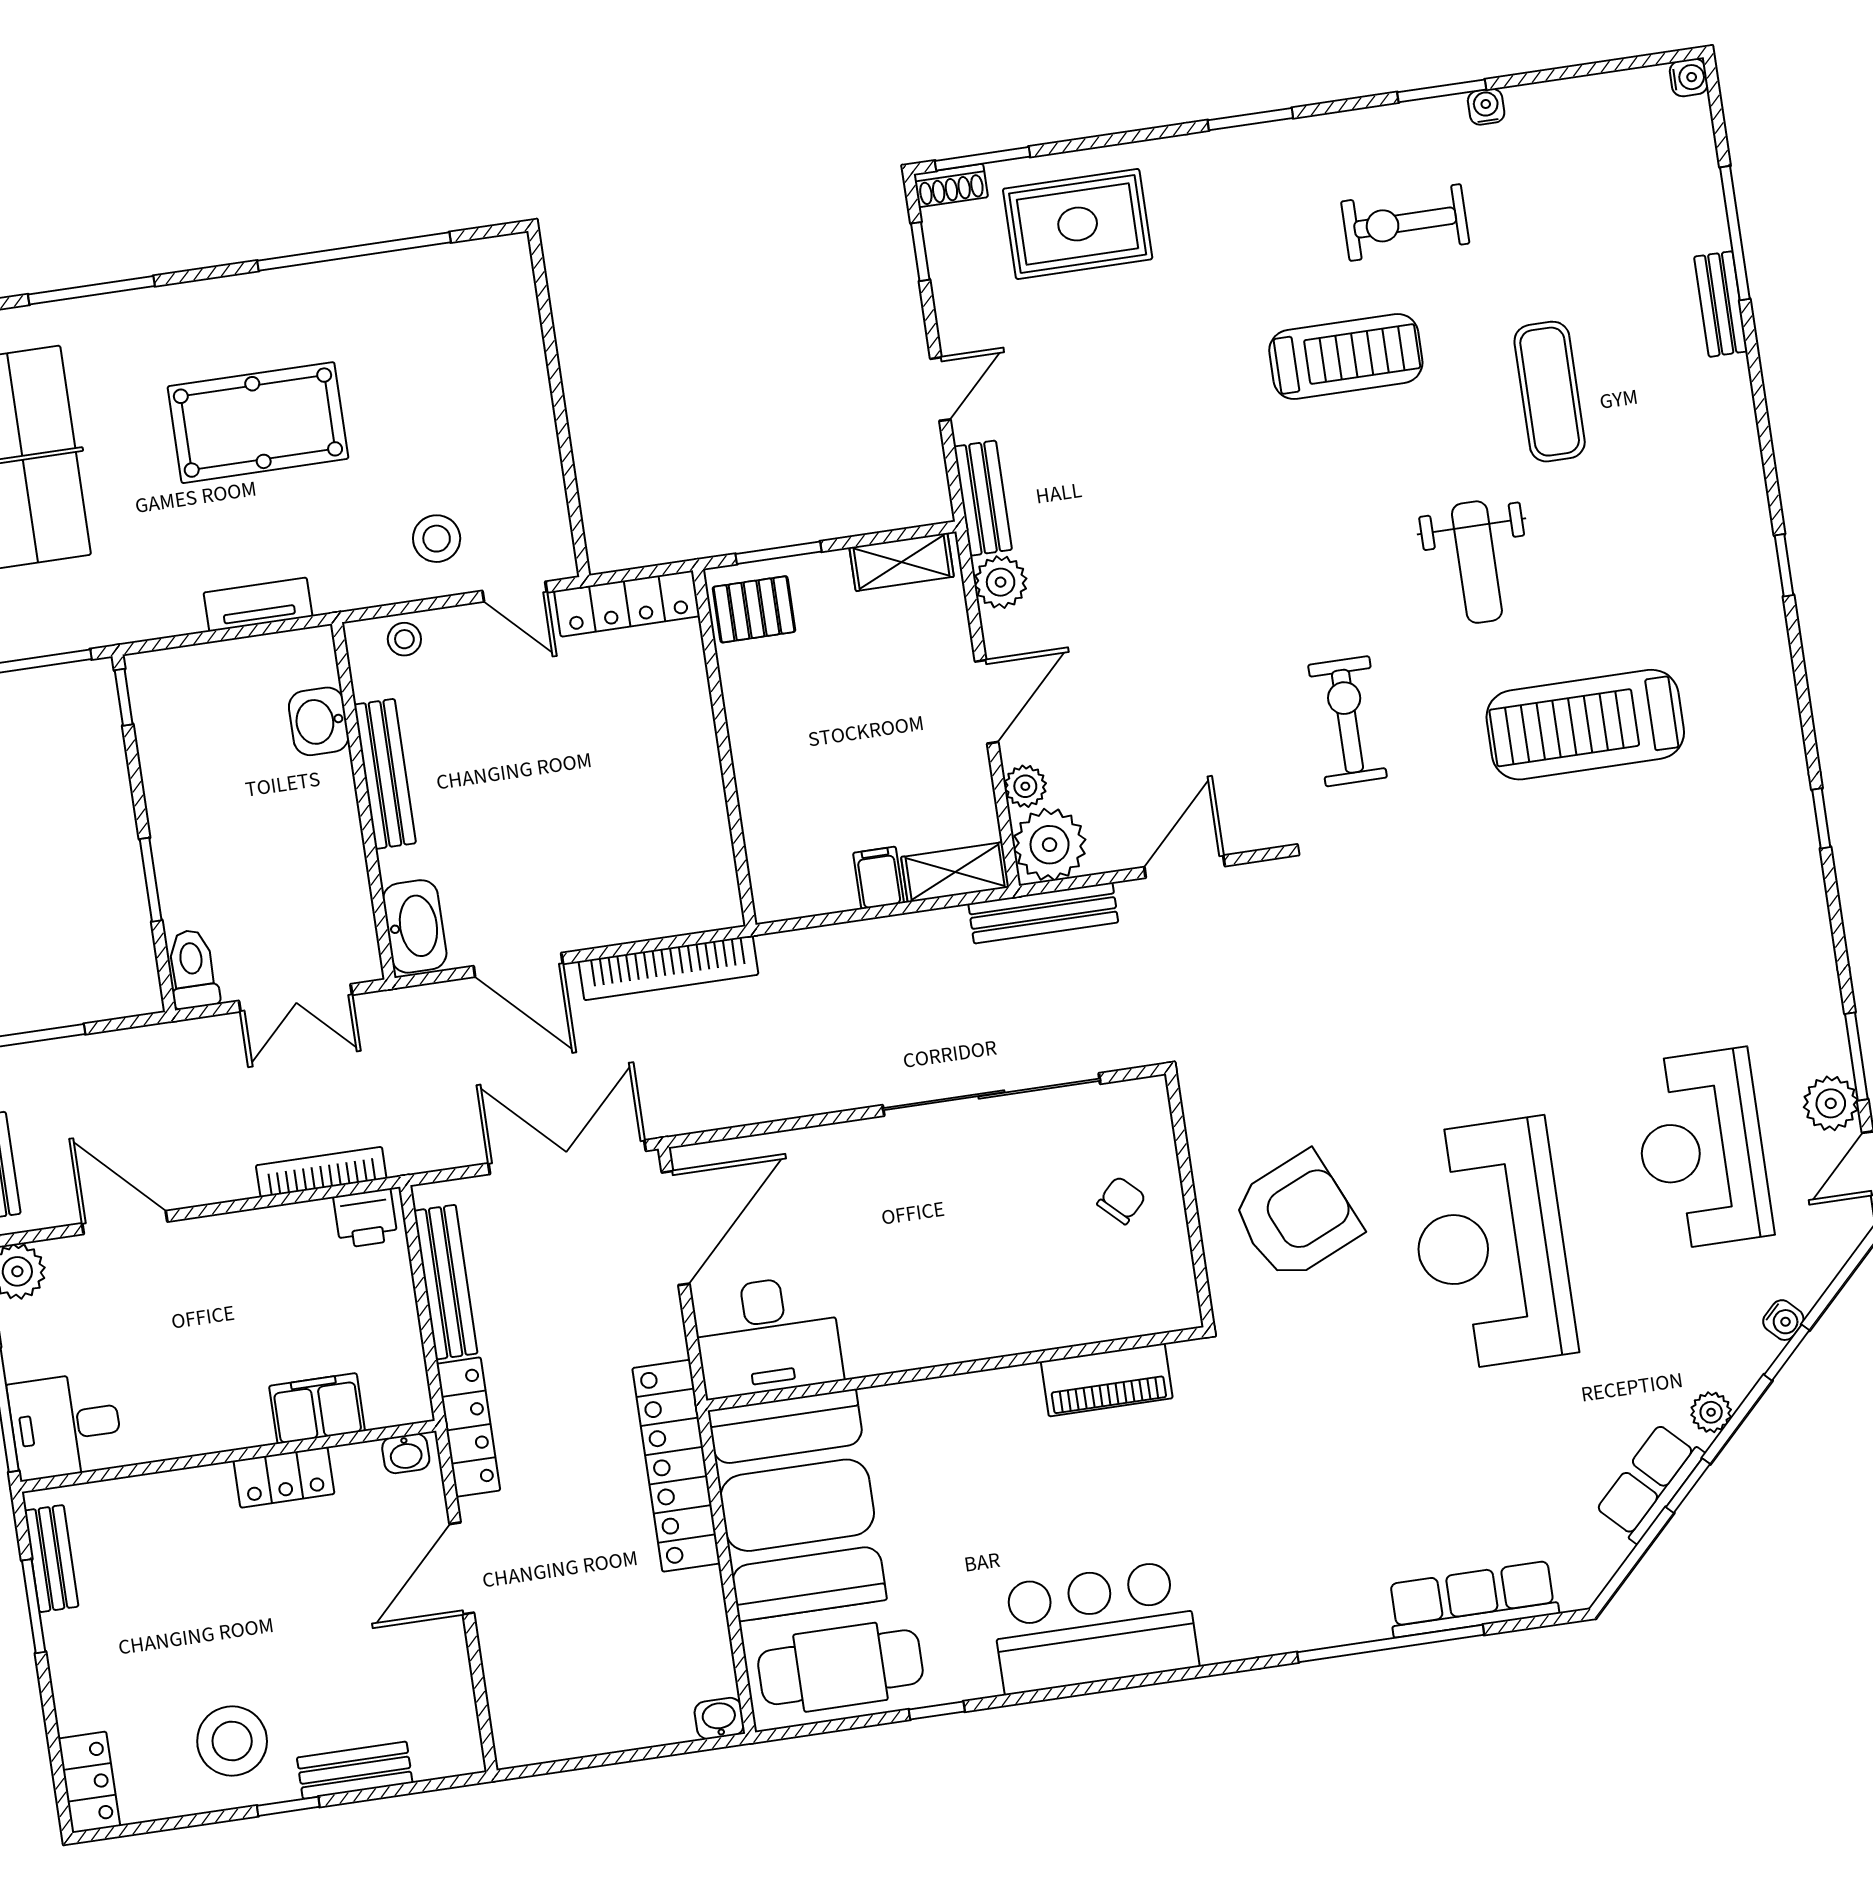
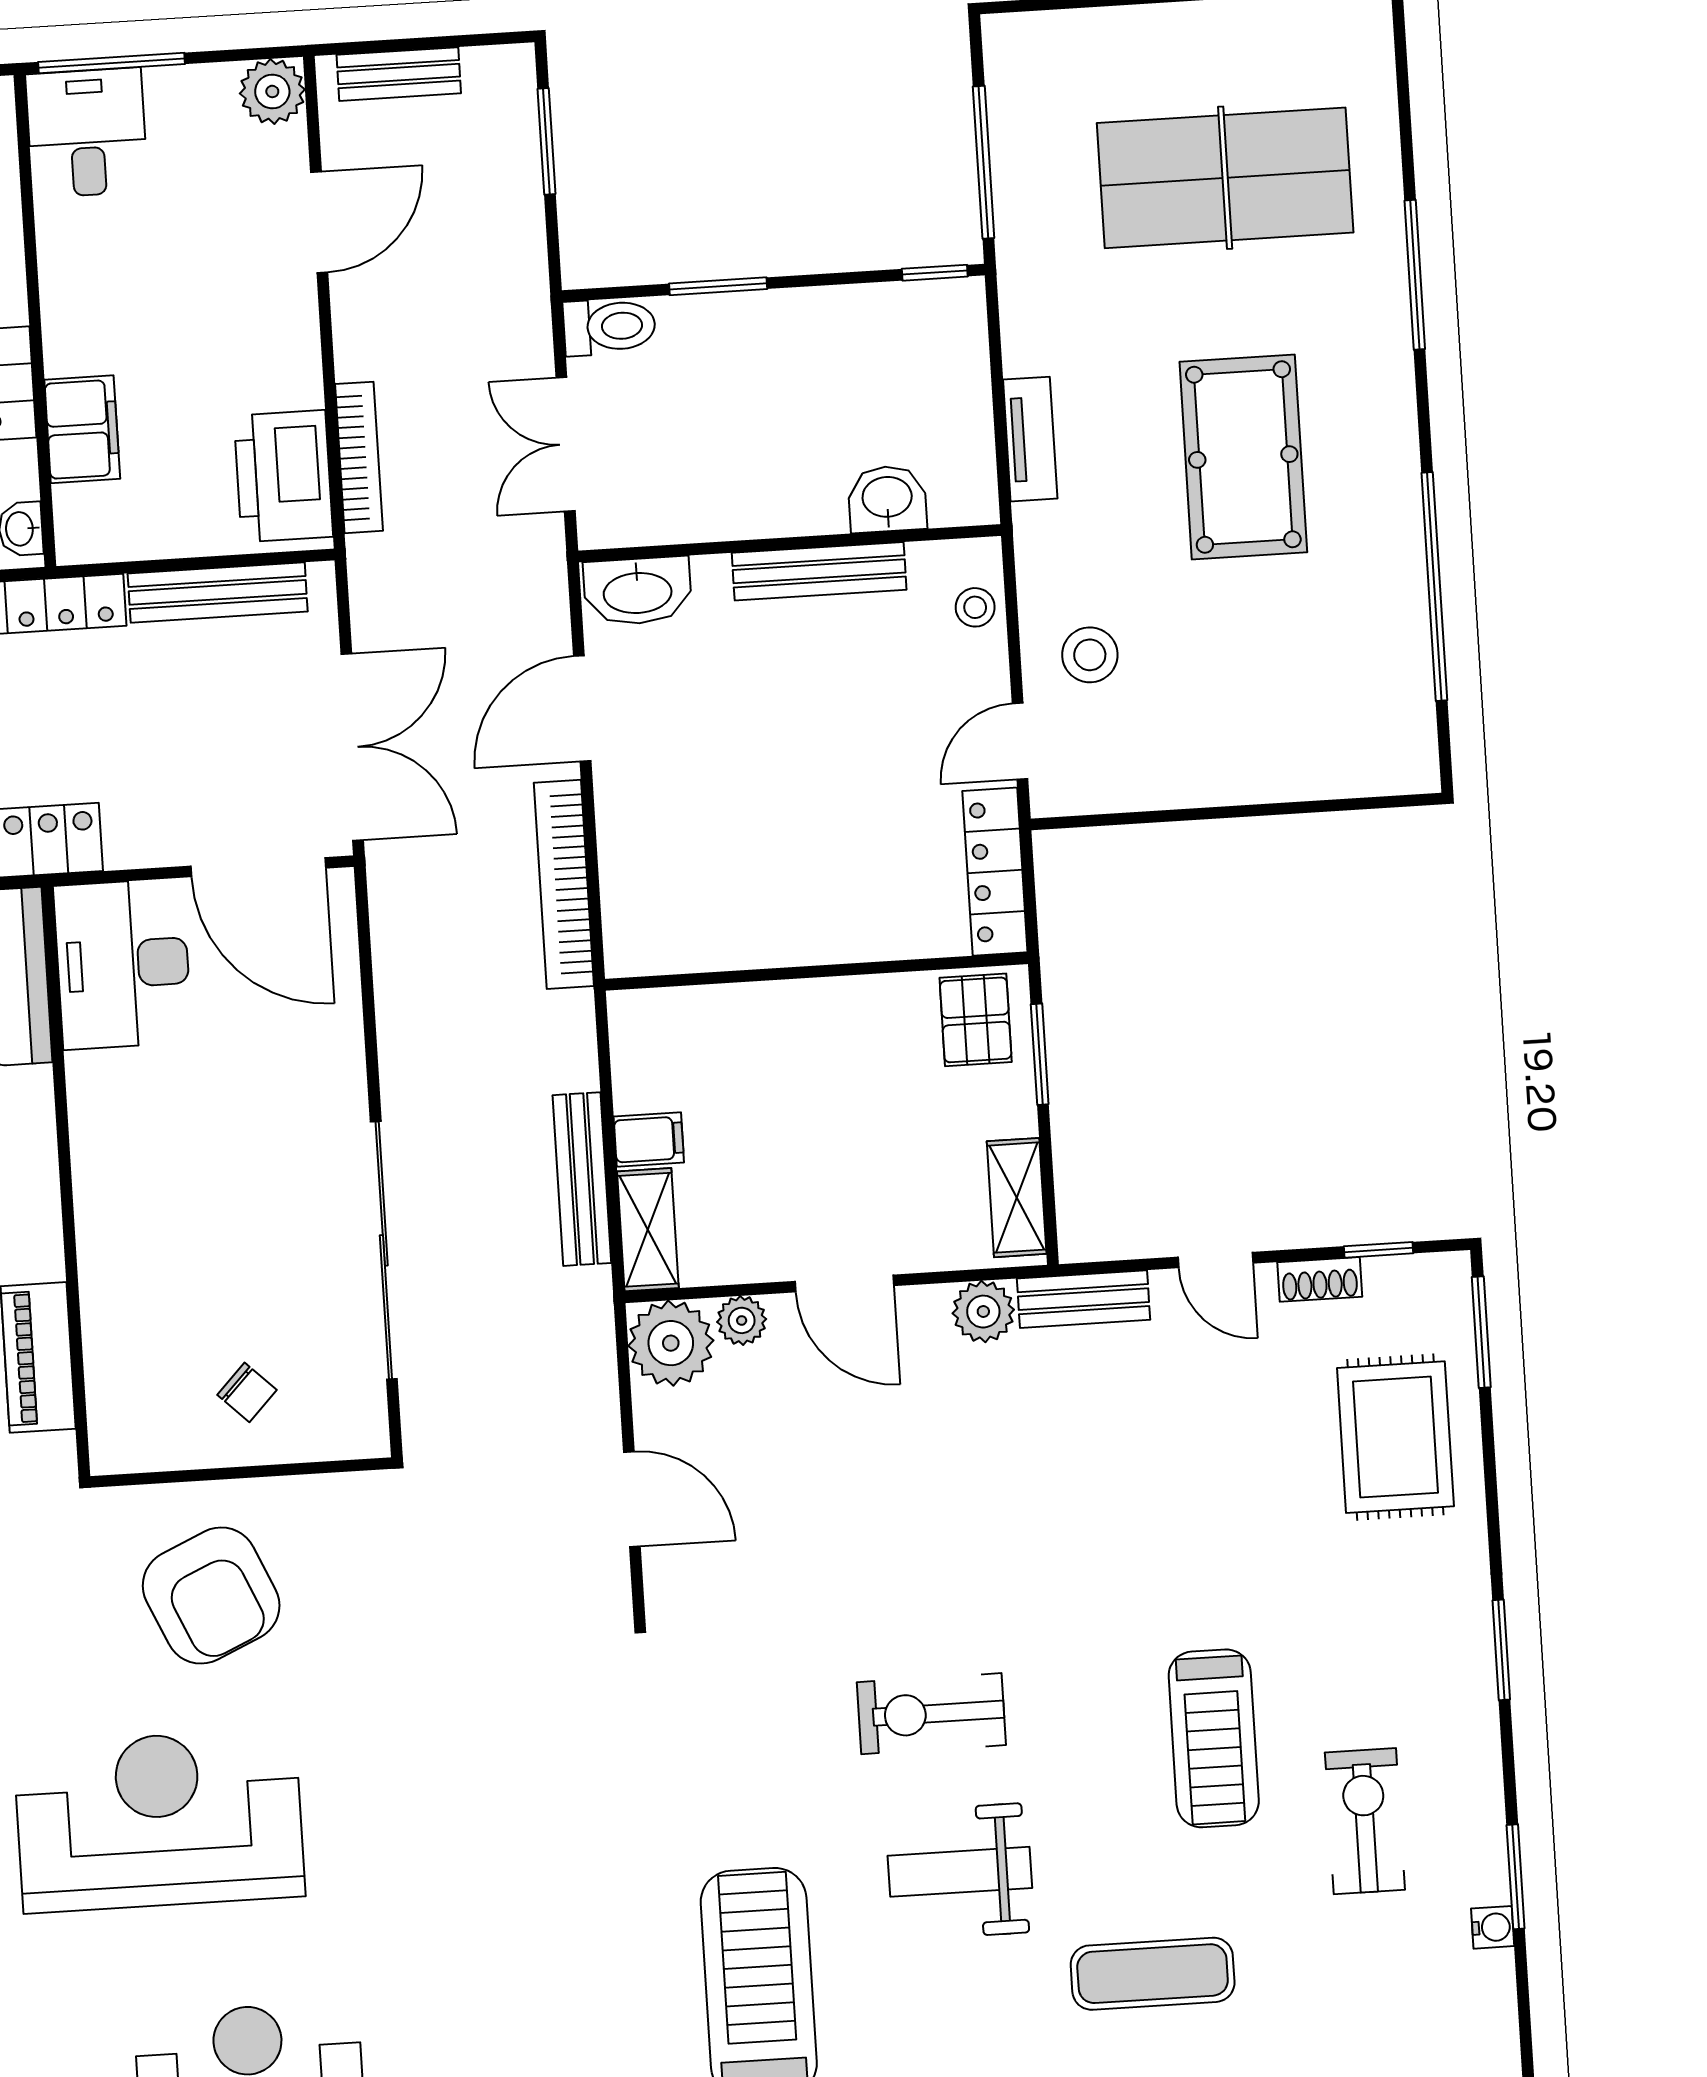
shoe rack: (951, 186) -> (1320, 1279), moved, turned -90
exercise bike: (1348, 721) -> (931, 1714), moved, turned 180
bench: (1043, 913) -> (582, 1179), moved
printer: (366, 1218) -> (283, 476), width x1.87, depth x1.48

